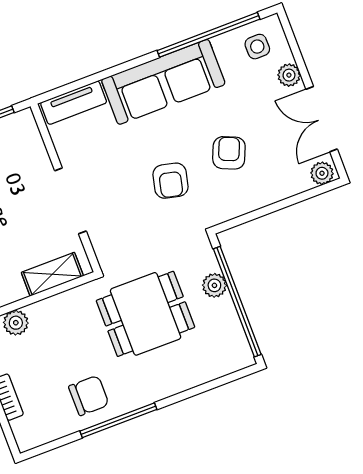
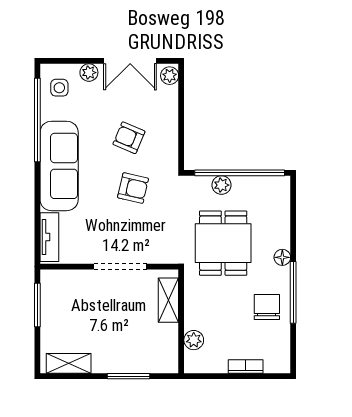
floor lamp: (155, 391) -> (282, 257), added

